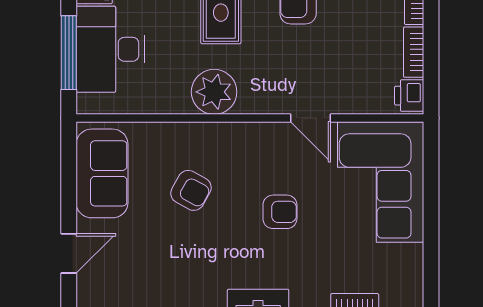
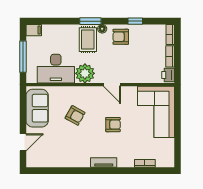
desk: (110, 49) -> (56, 69), moved, turned -90
door: (311, 118) -> (112, 85), moved

